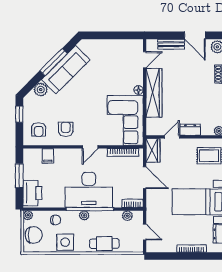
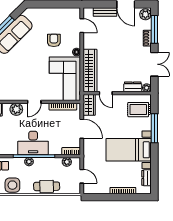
door: (145, 60) -> (82, 26), hinge flipped
wardrobe: (154, 93) -> (90, 71), moved
armchair: (66, 129) -> (54, 40), moved
dresser: (190, 130) -> (133, 87), moved
door: (172, 137) -> (106, 93), swing flipped
plant: (70, 155) -> (16, 109), added
desk: (89, 190) -> (33, 143), width x0.73, depth x0.77

